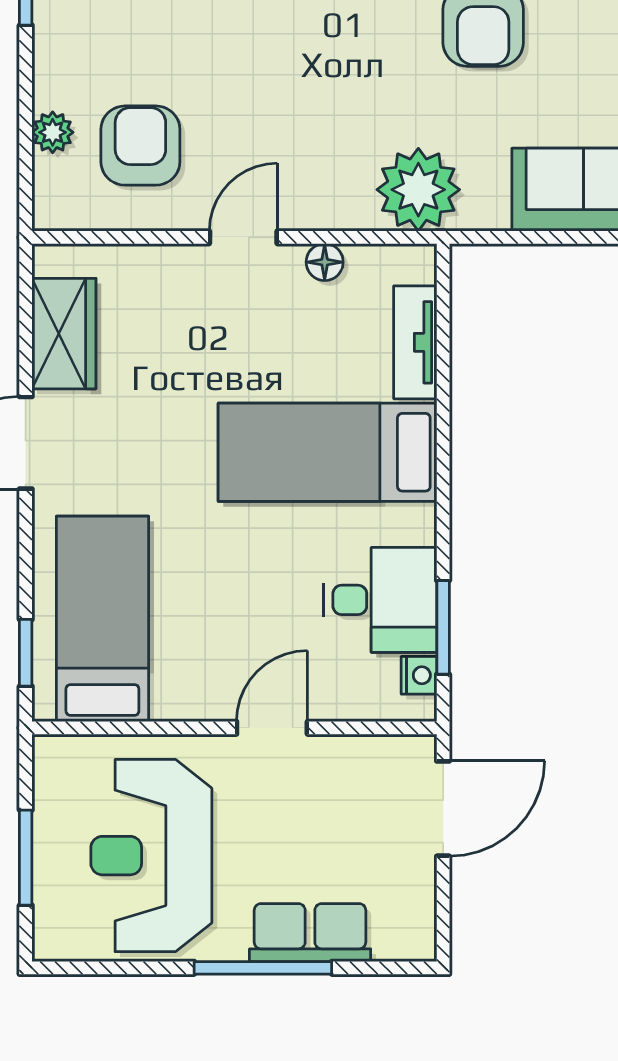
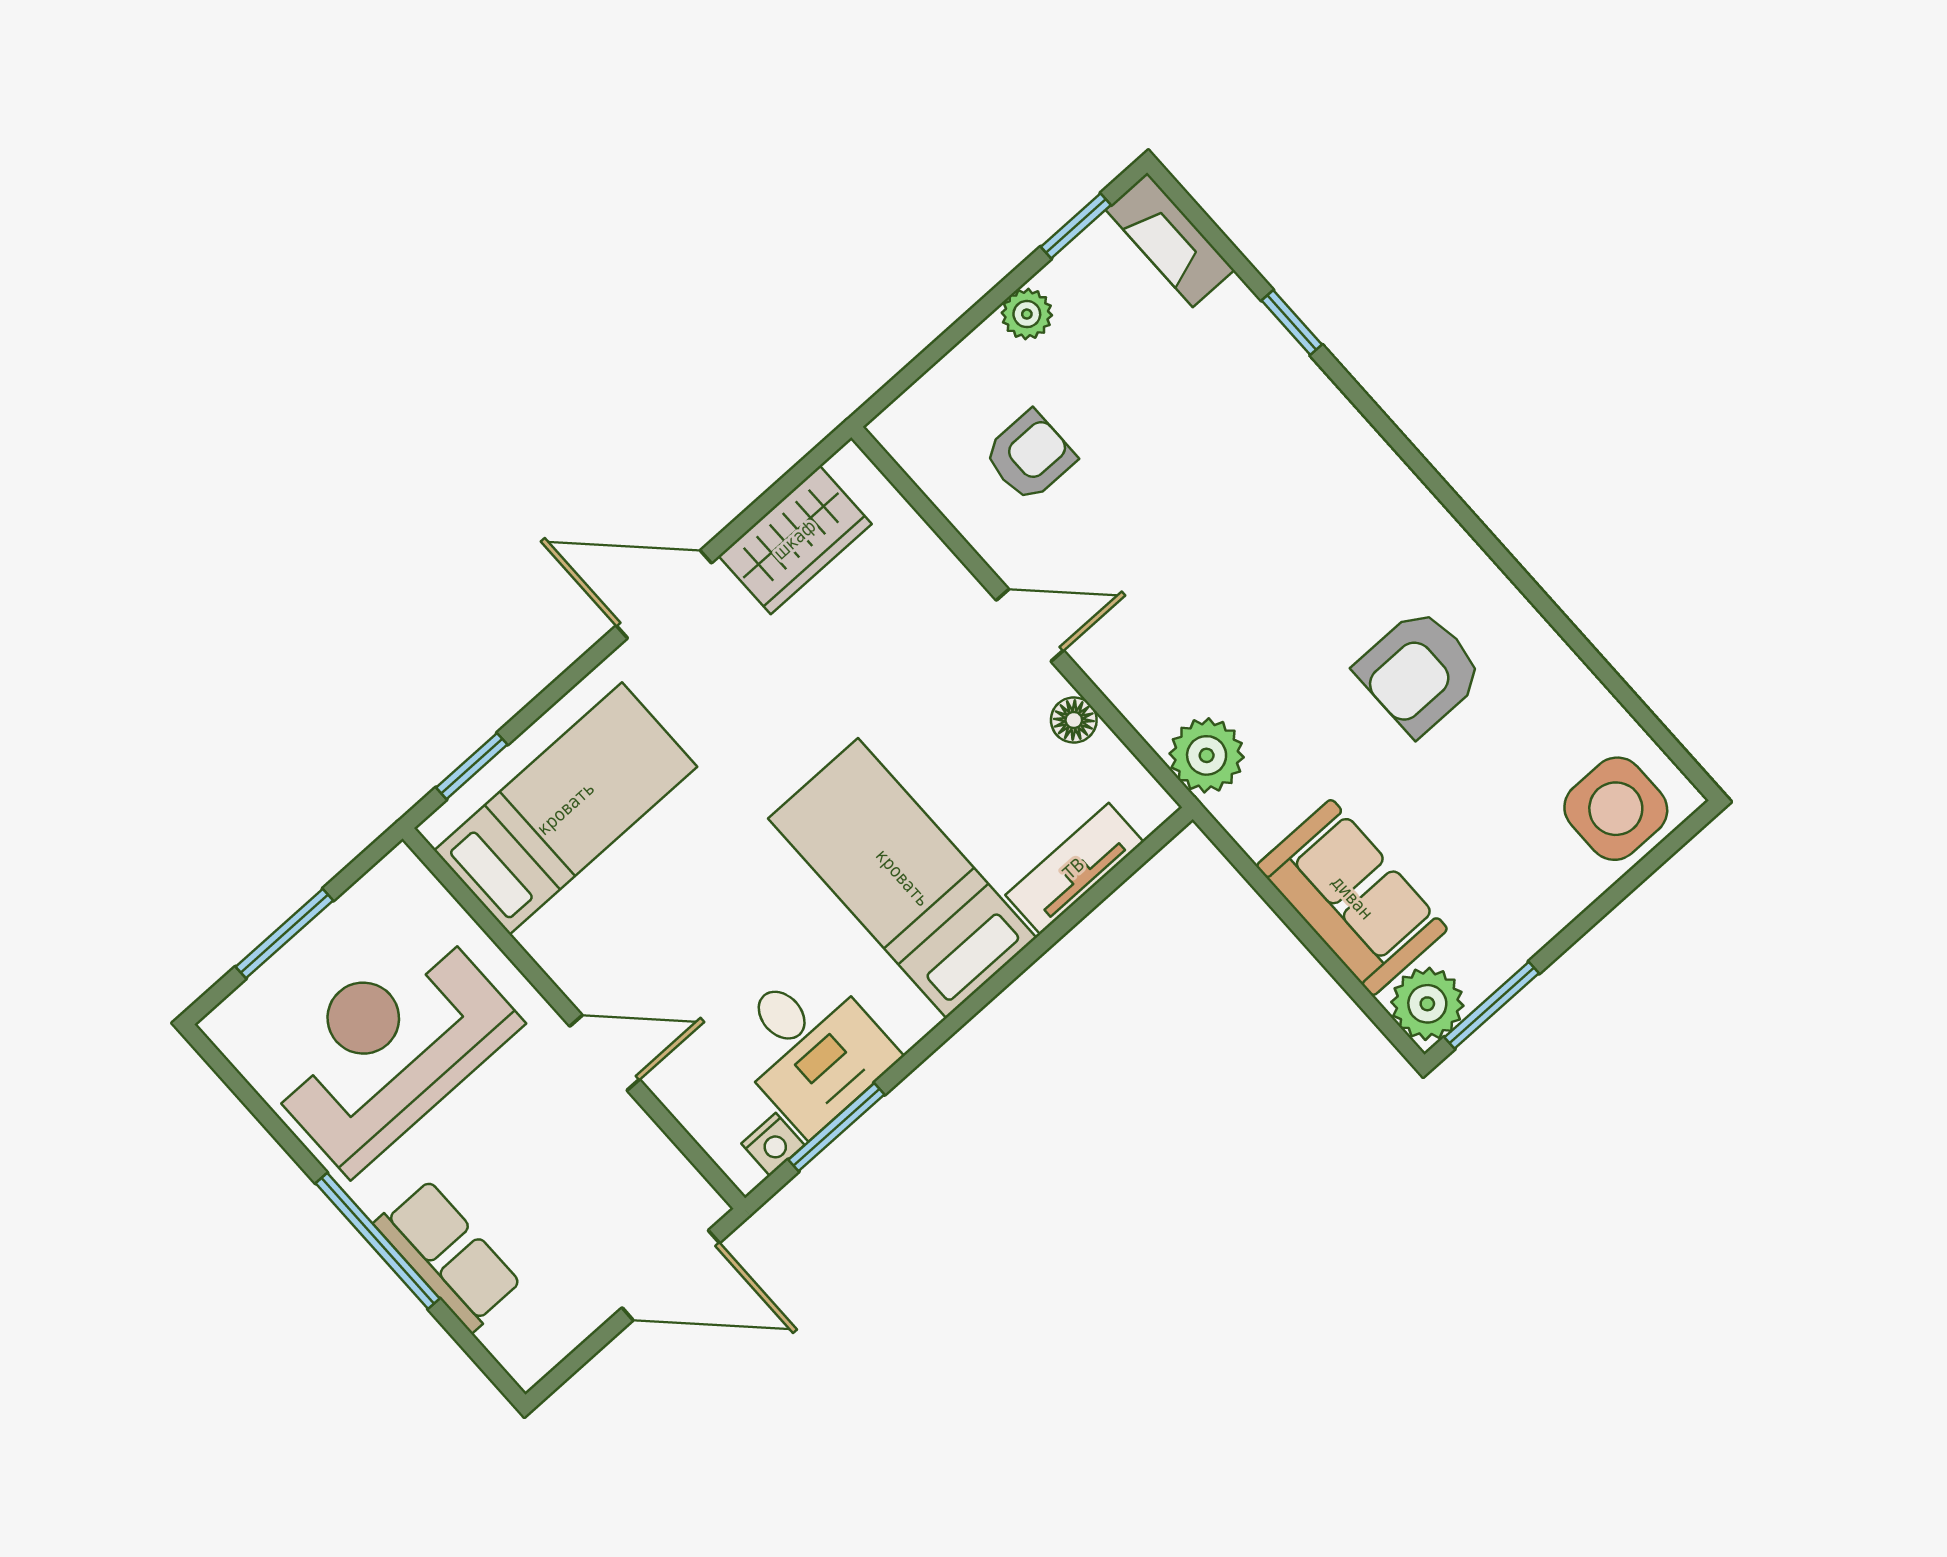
plant: (53, 132) -> (1027, 314), moved
armchair: (140, 146) -> (1030, 456), width x0.72, depth x0.72
plant: (418, 190) -> (1207, 755), width x0.73, depth x0.73

